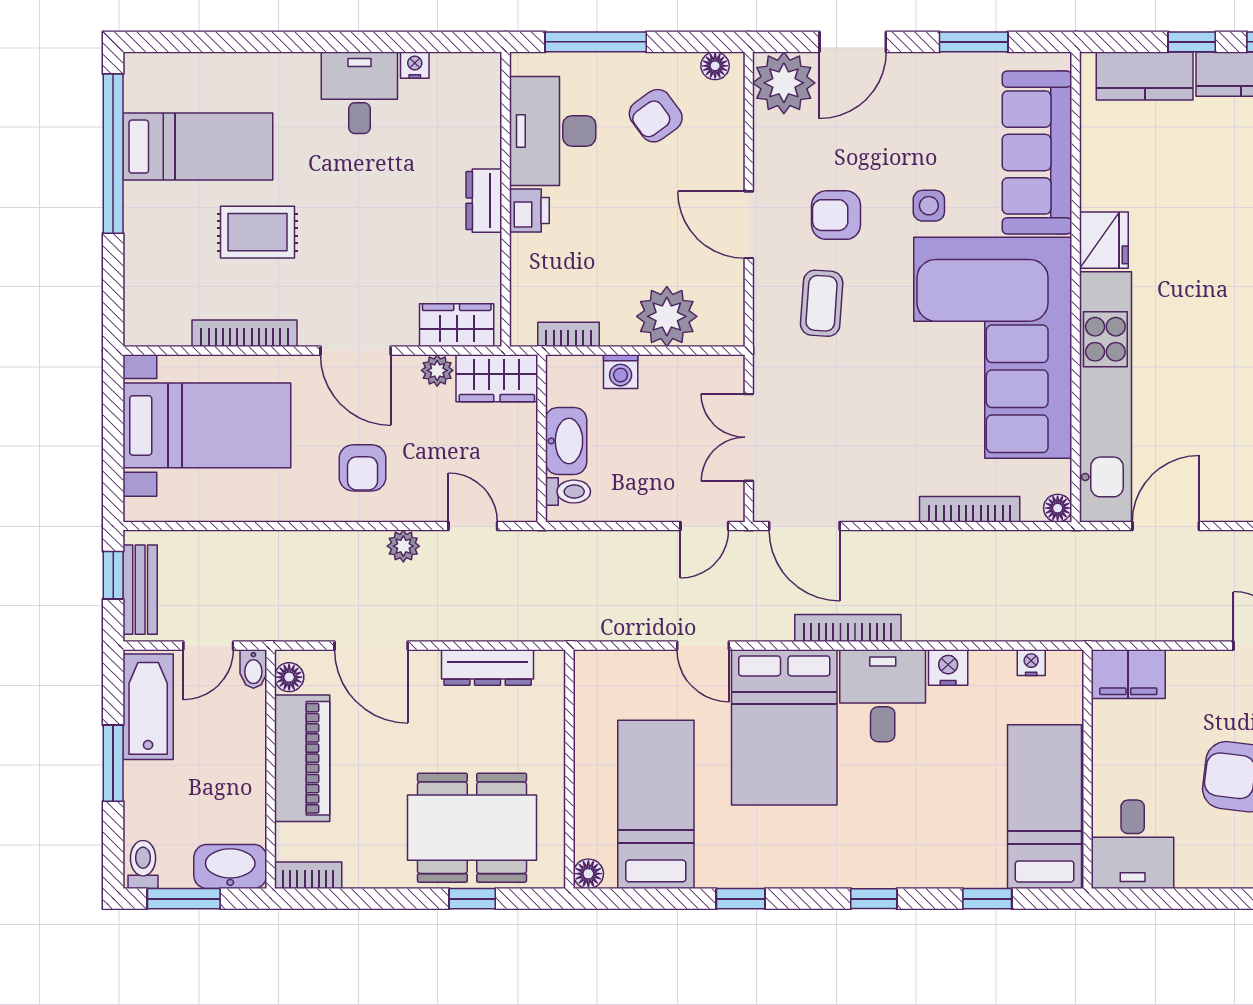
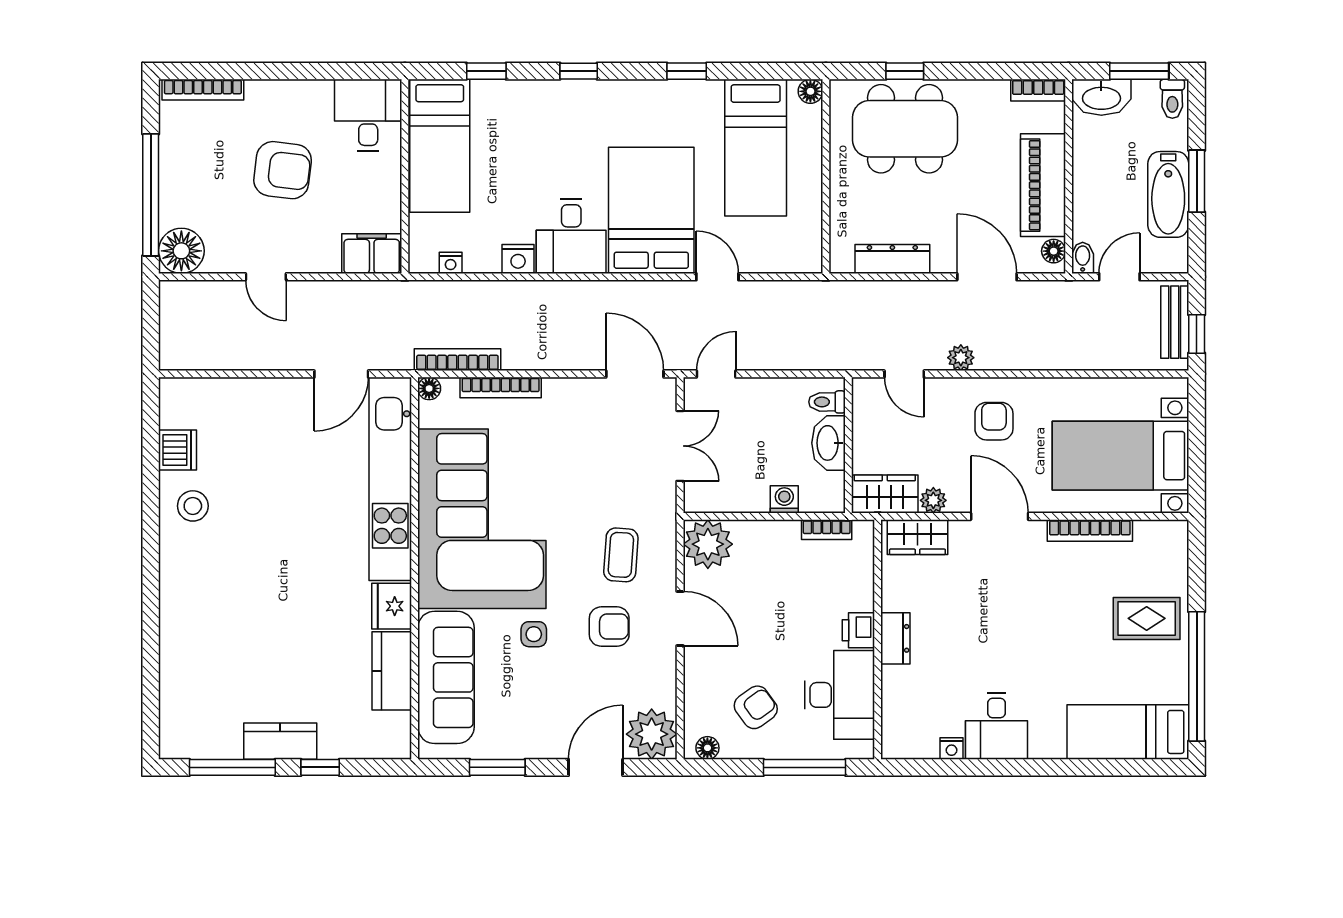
kitchen counter: (1145, 76) -> (392, 671), moved, turned -90
bed: (198, 147) -> (1128, 732), moved
rug: (258, 232) -> (1147, 618), moved
plant: (667, 316) -> (708, 544), moved
bookcase: (848, 628) -> (457, 360), moved, turned 180
bathtub: (148, 707) -> (1168, 194), moved

